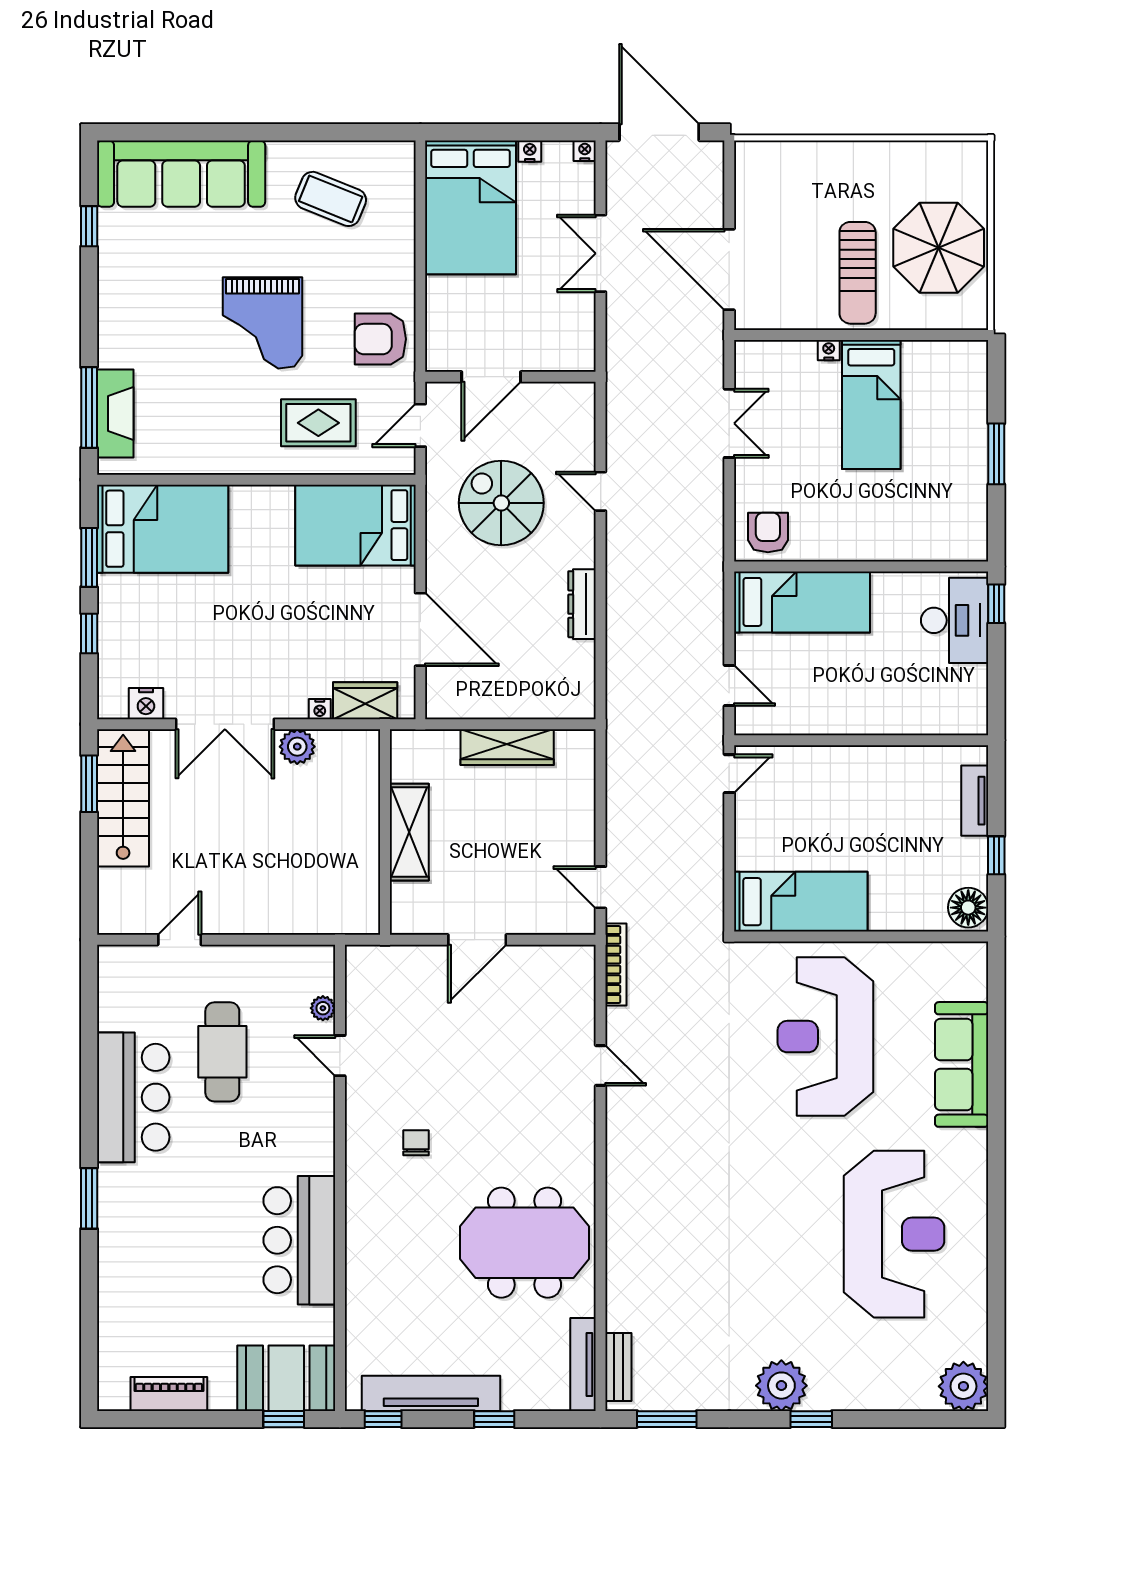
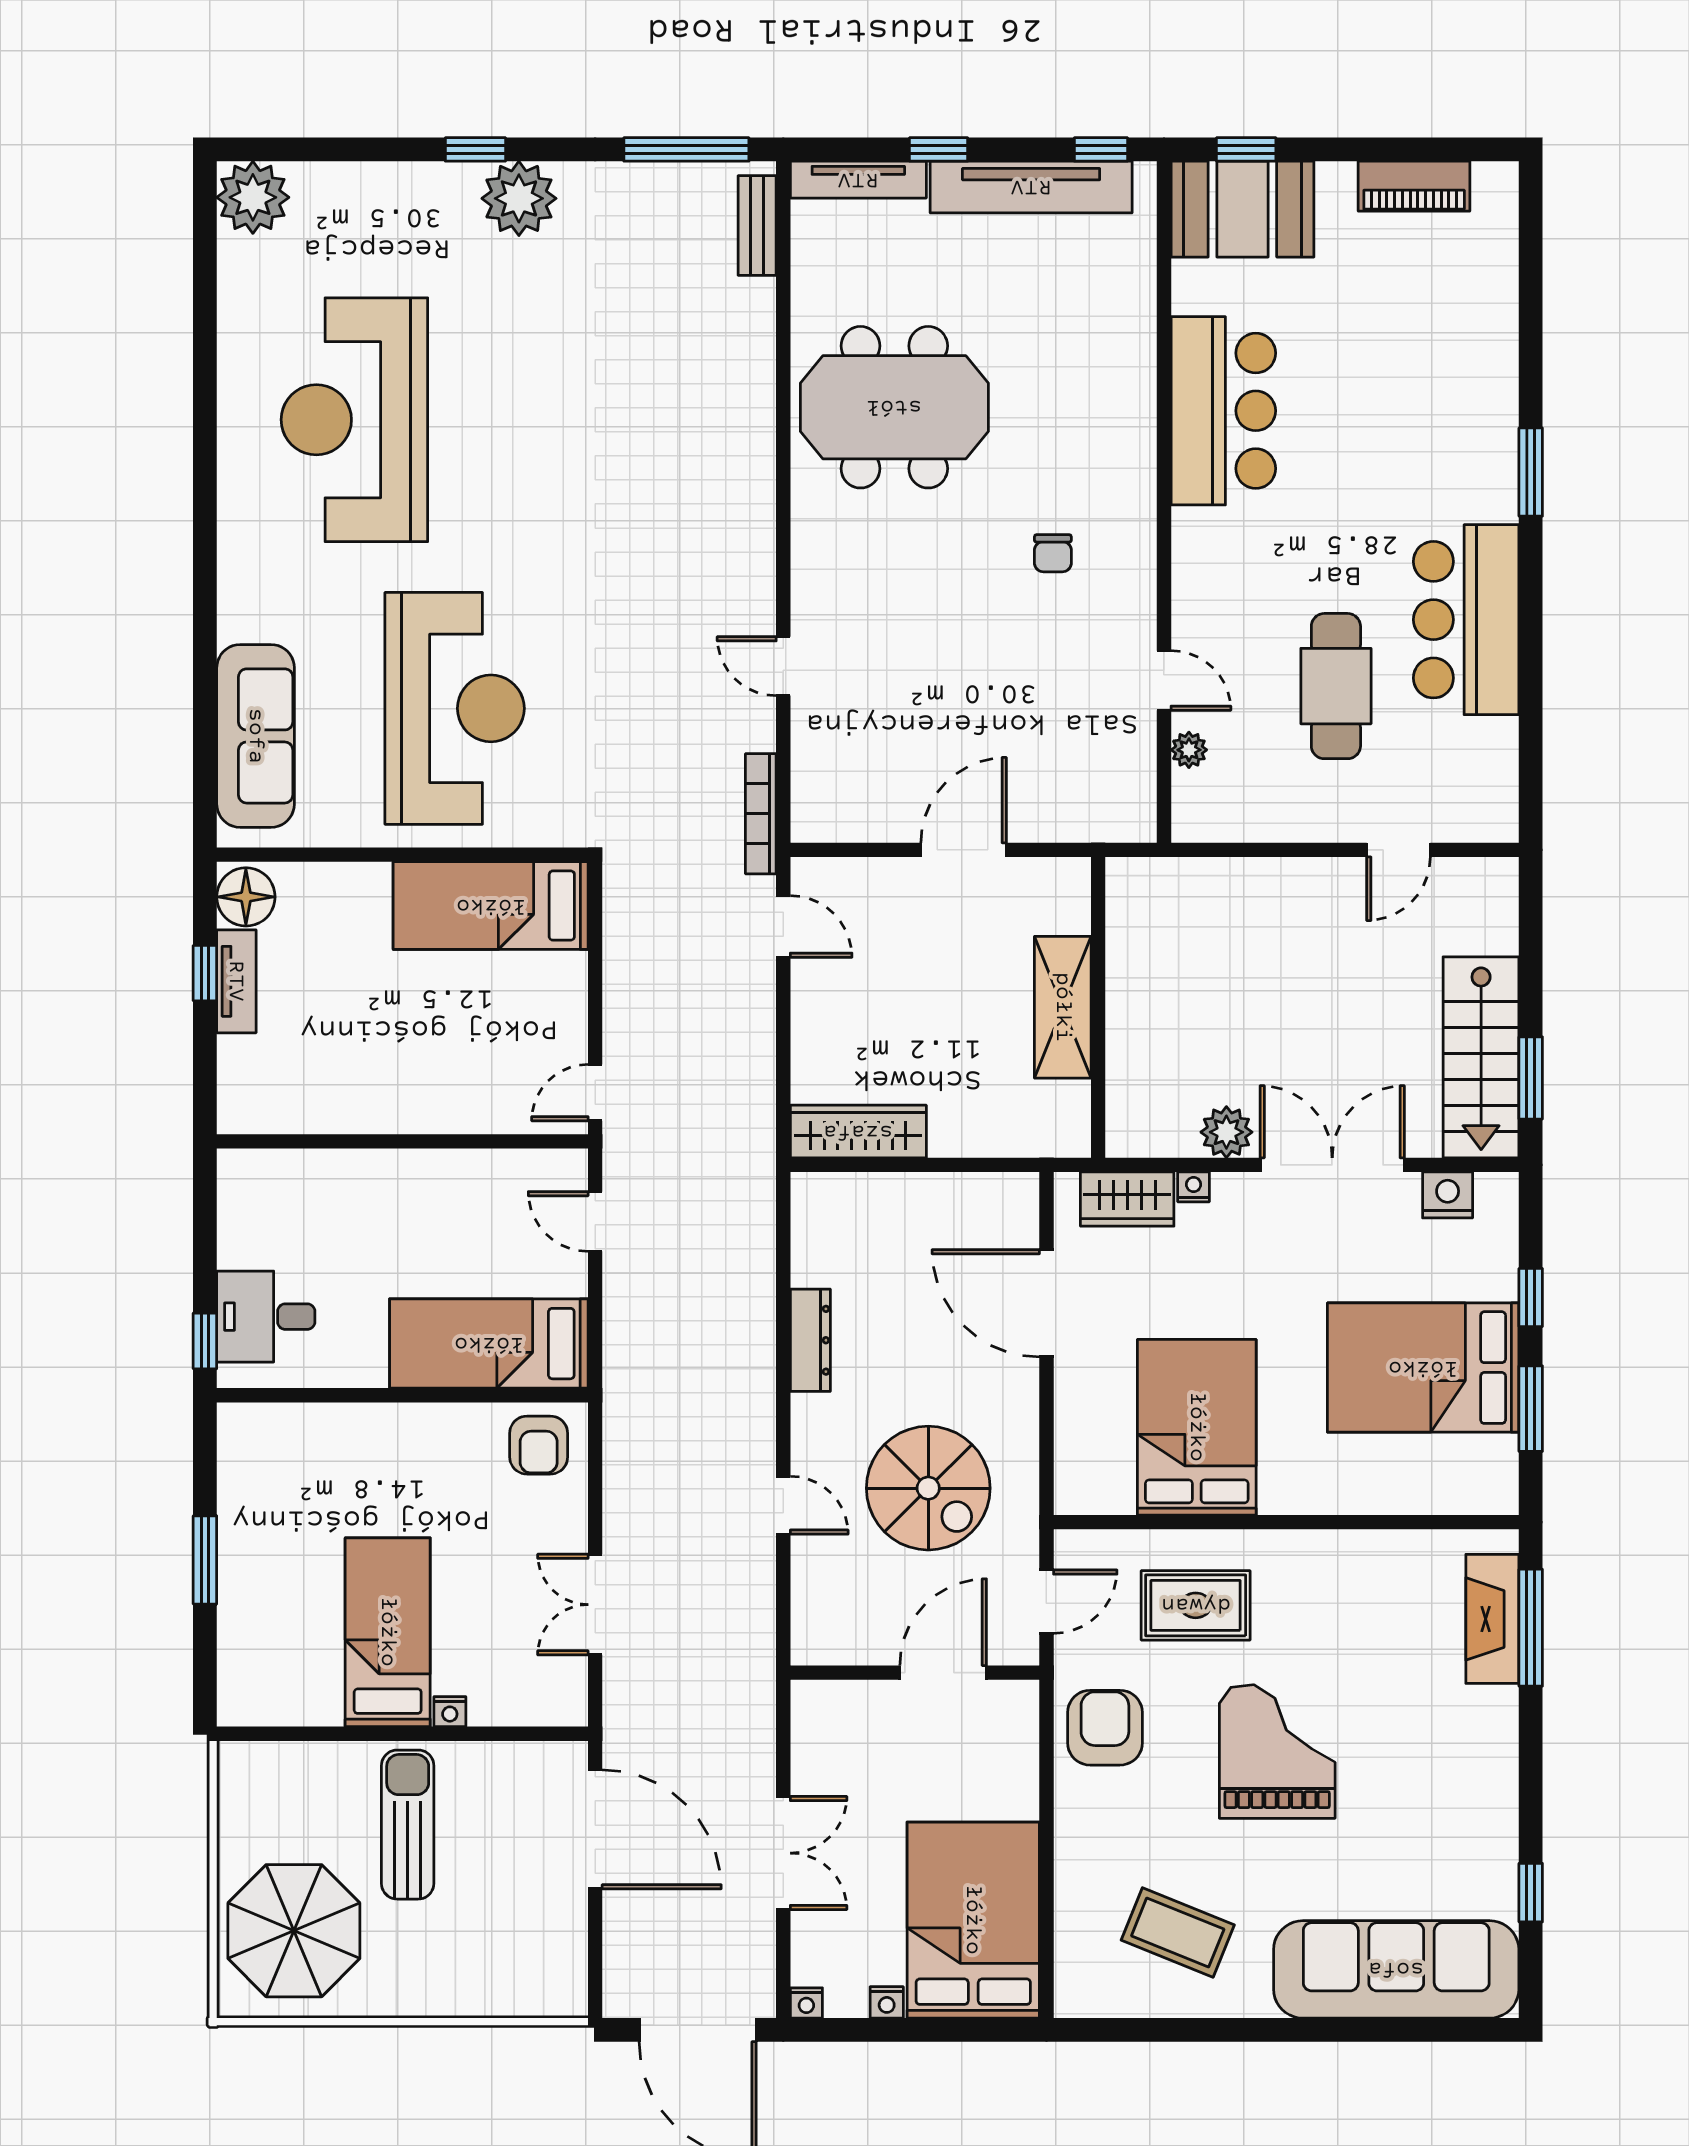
parasol: (939, 248) -> (294, 1931), moved
armchair: (380, 339) -> (1105, 1728), turned -90
bed: (355, 525) -> (1197, 1427), moved, turned -90
bed: (163, 529) -> (1423, 1368), moved
desk: (955, 620) -> (266, 1317), width x0.73
wardrobe: (507, 747) -> (858, 1132), moved
tv unit: (975, 801) -> (236, 981), moved
sofa: (962, 1064) -> (256, 736), moved
tv unit: (583, 1364) -> (858, 180), moved, turned 90
window: (667, 1419) -> (686, 149), width x1.44

